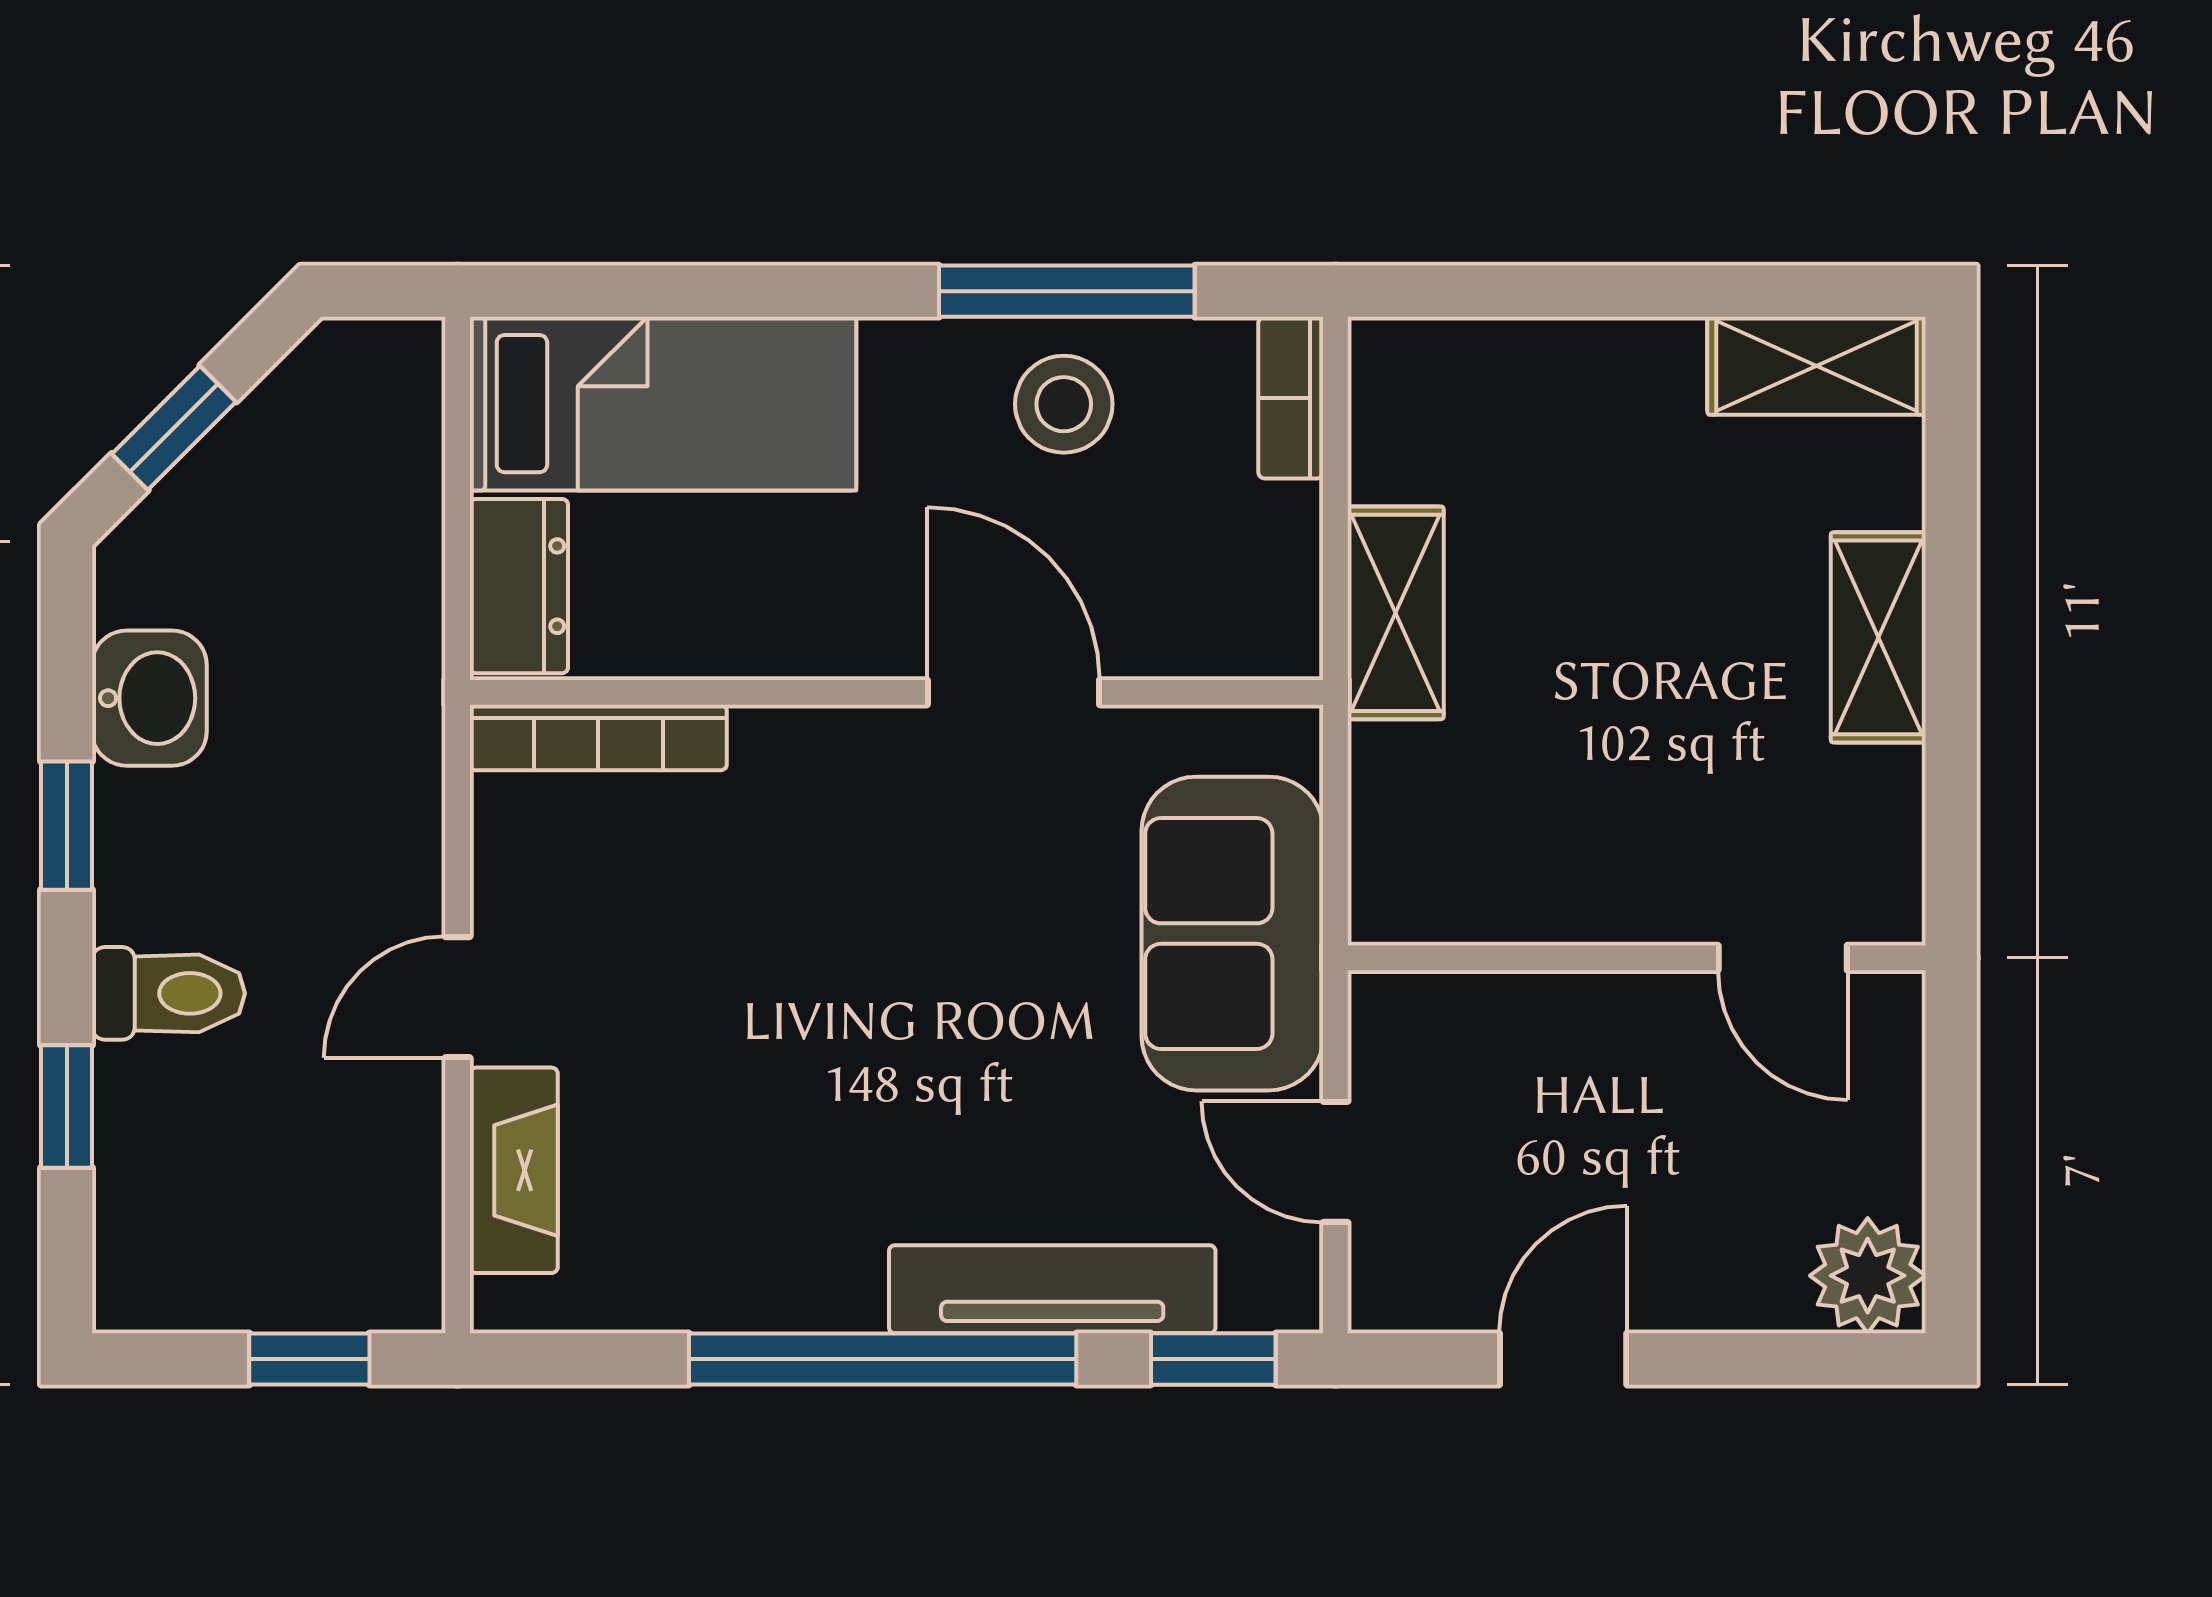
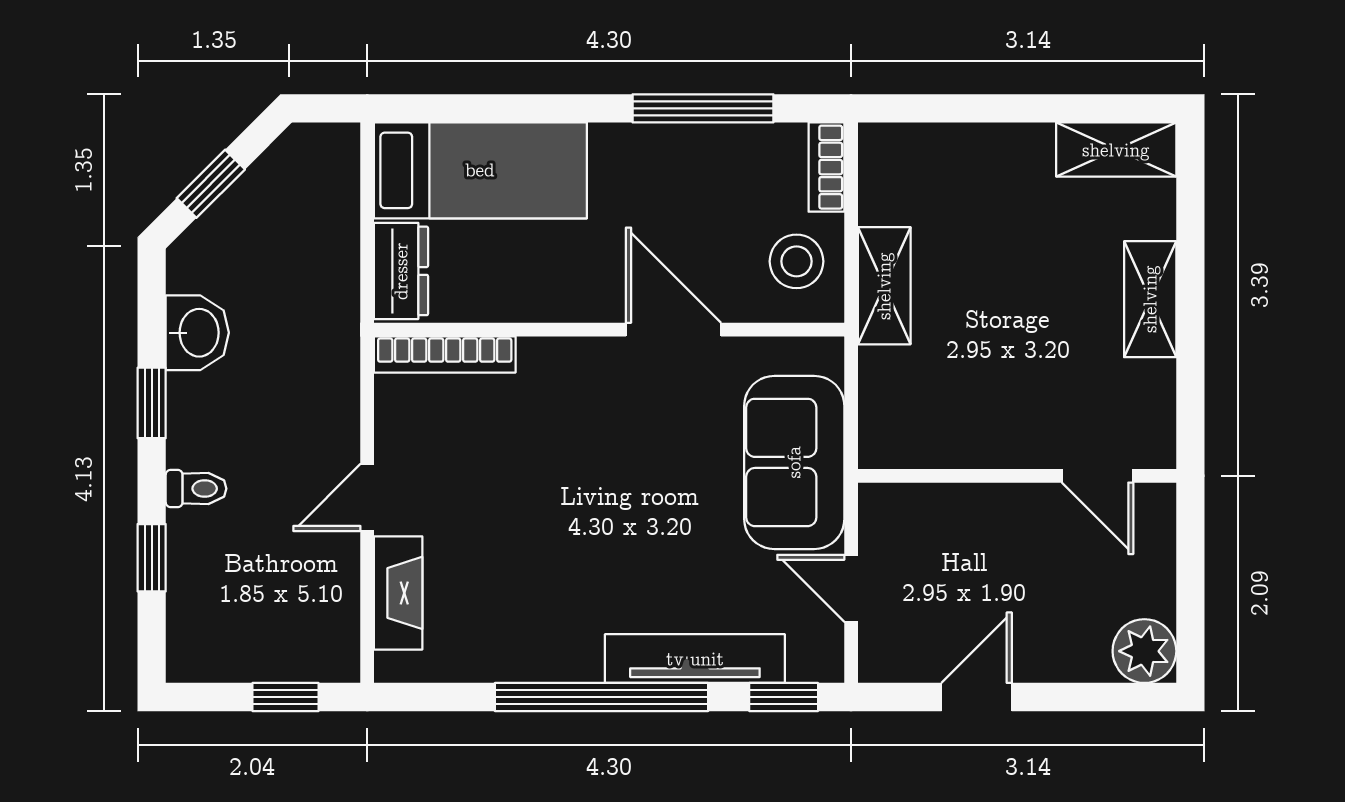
stool: (1064, 404) -> (796, 261), moved
toilet: (168, 993) -> (196, 489), width x0.73, depth x0.72

